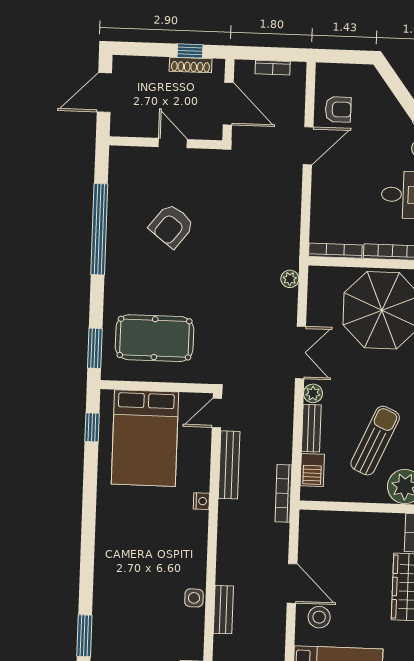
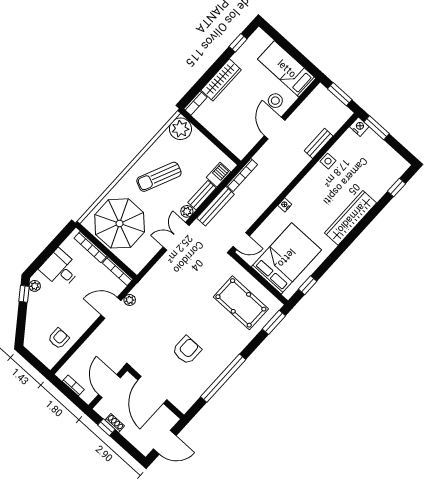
shoe rack: (191, 65) -> (115, 423), width x0.70
armchair: (338, 109) -> (59, 338), turned 90
door: (173, 143) -> (152, 390), width x1.88
door: (308, 146) -> (111, 308), moved
armchair: (172, 226) -> (187, 350), turned -38
plant: (290, 279) -> (130, 300), moved
sun lounger: (375, 441) -> (159, 177), moved
bench: (229, 465) -> (216, 206), moved
wardrobe: (109, 552) -> (351, 218), added
window: (84, 636) -> (397, 188), width x0.67

